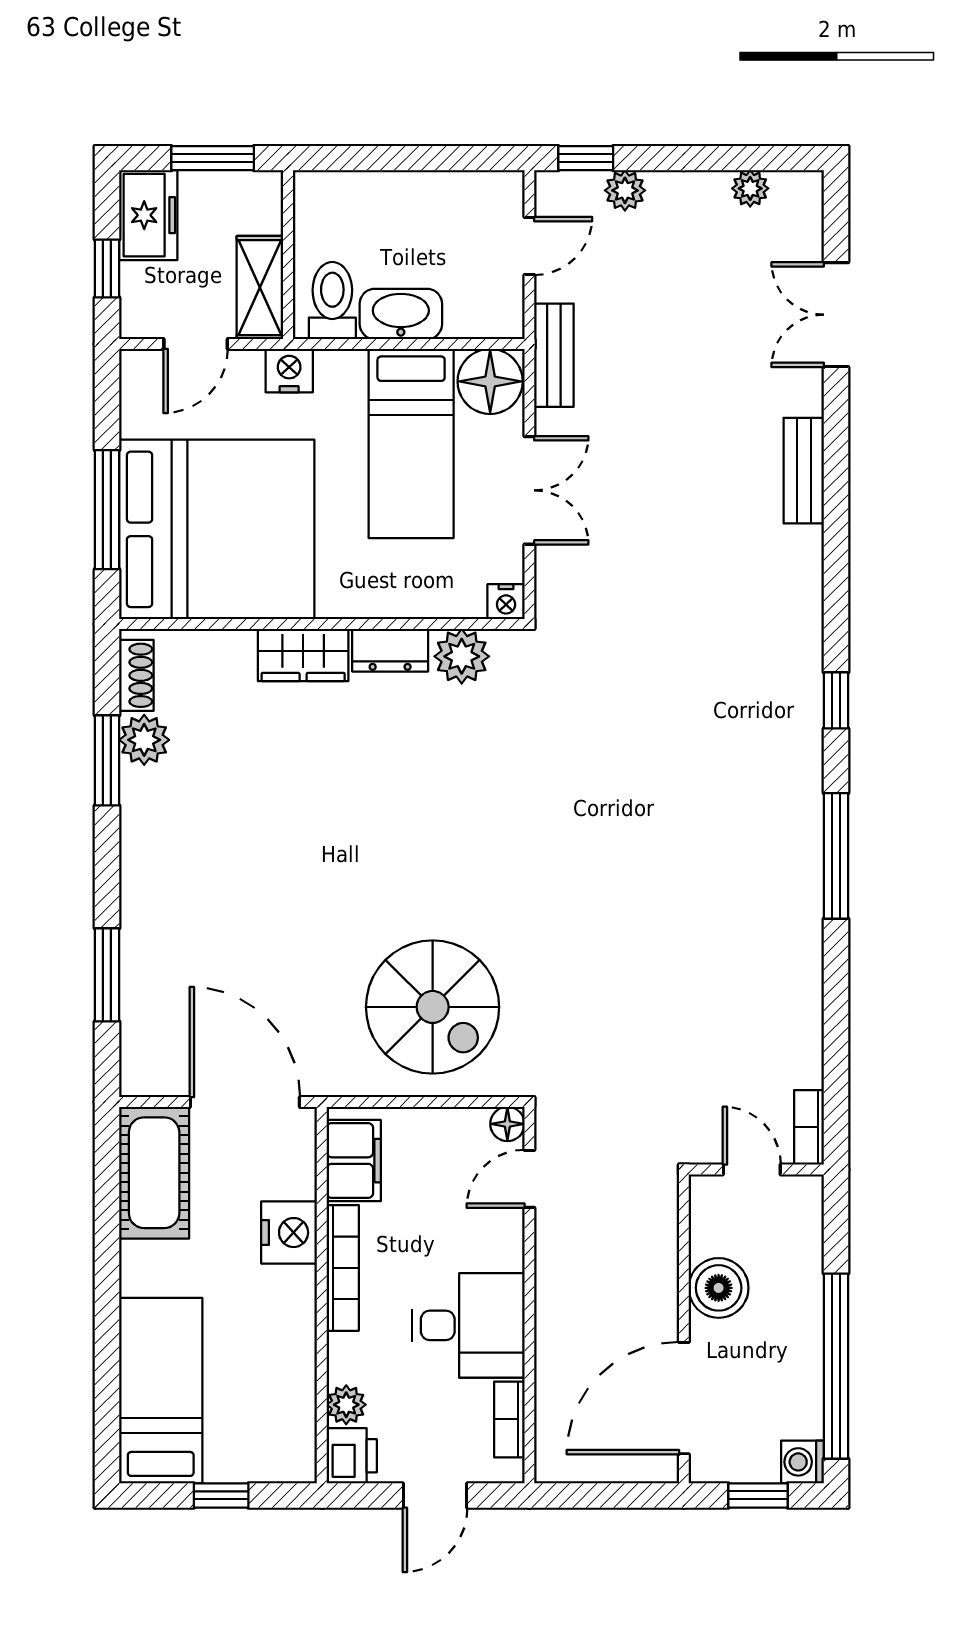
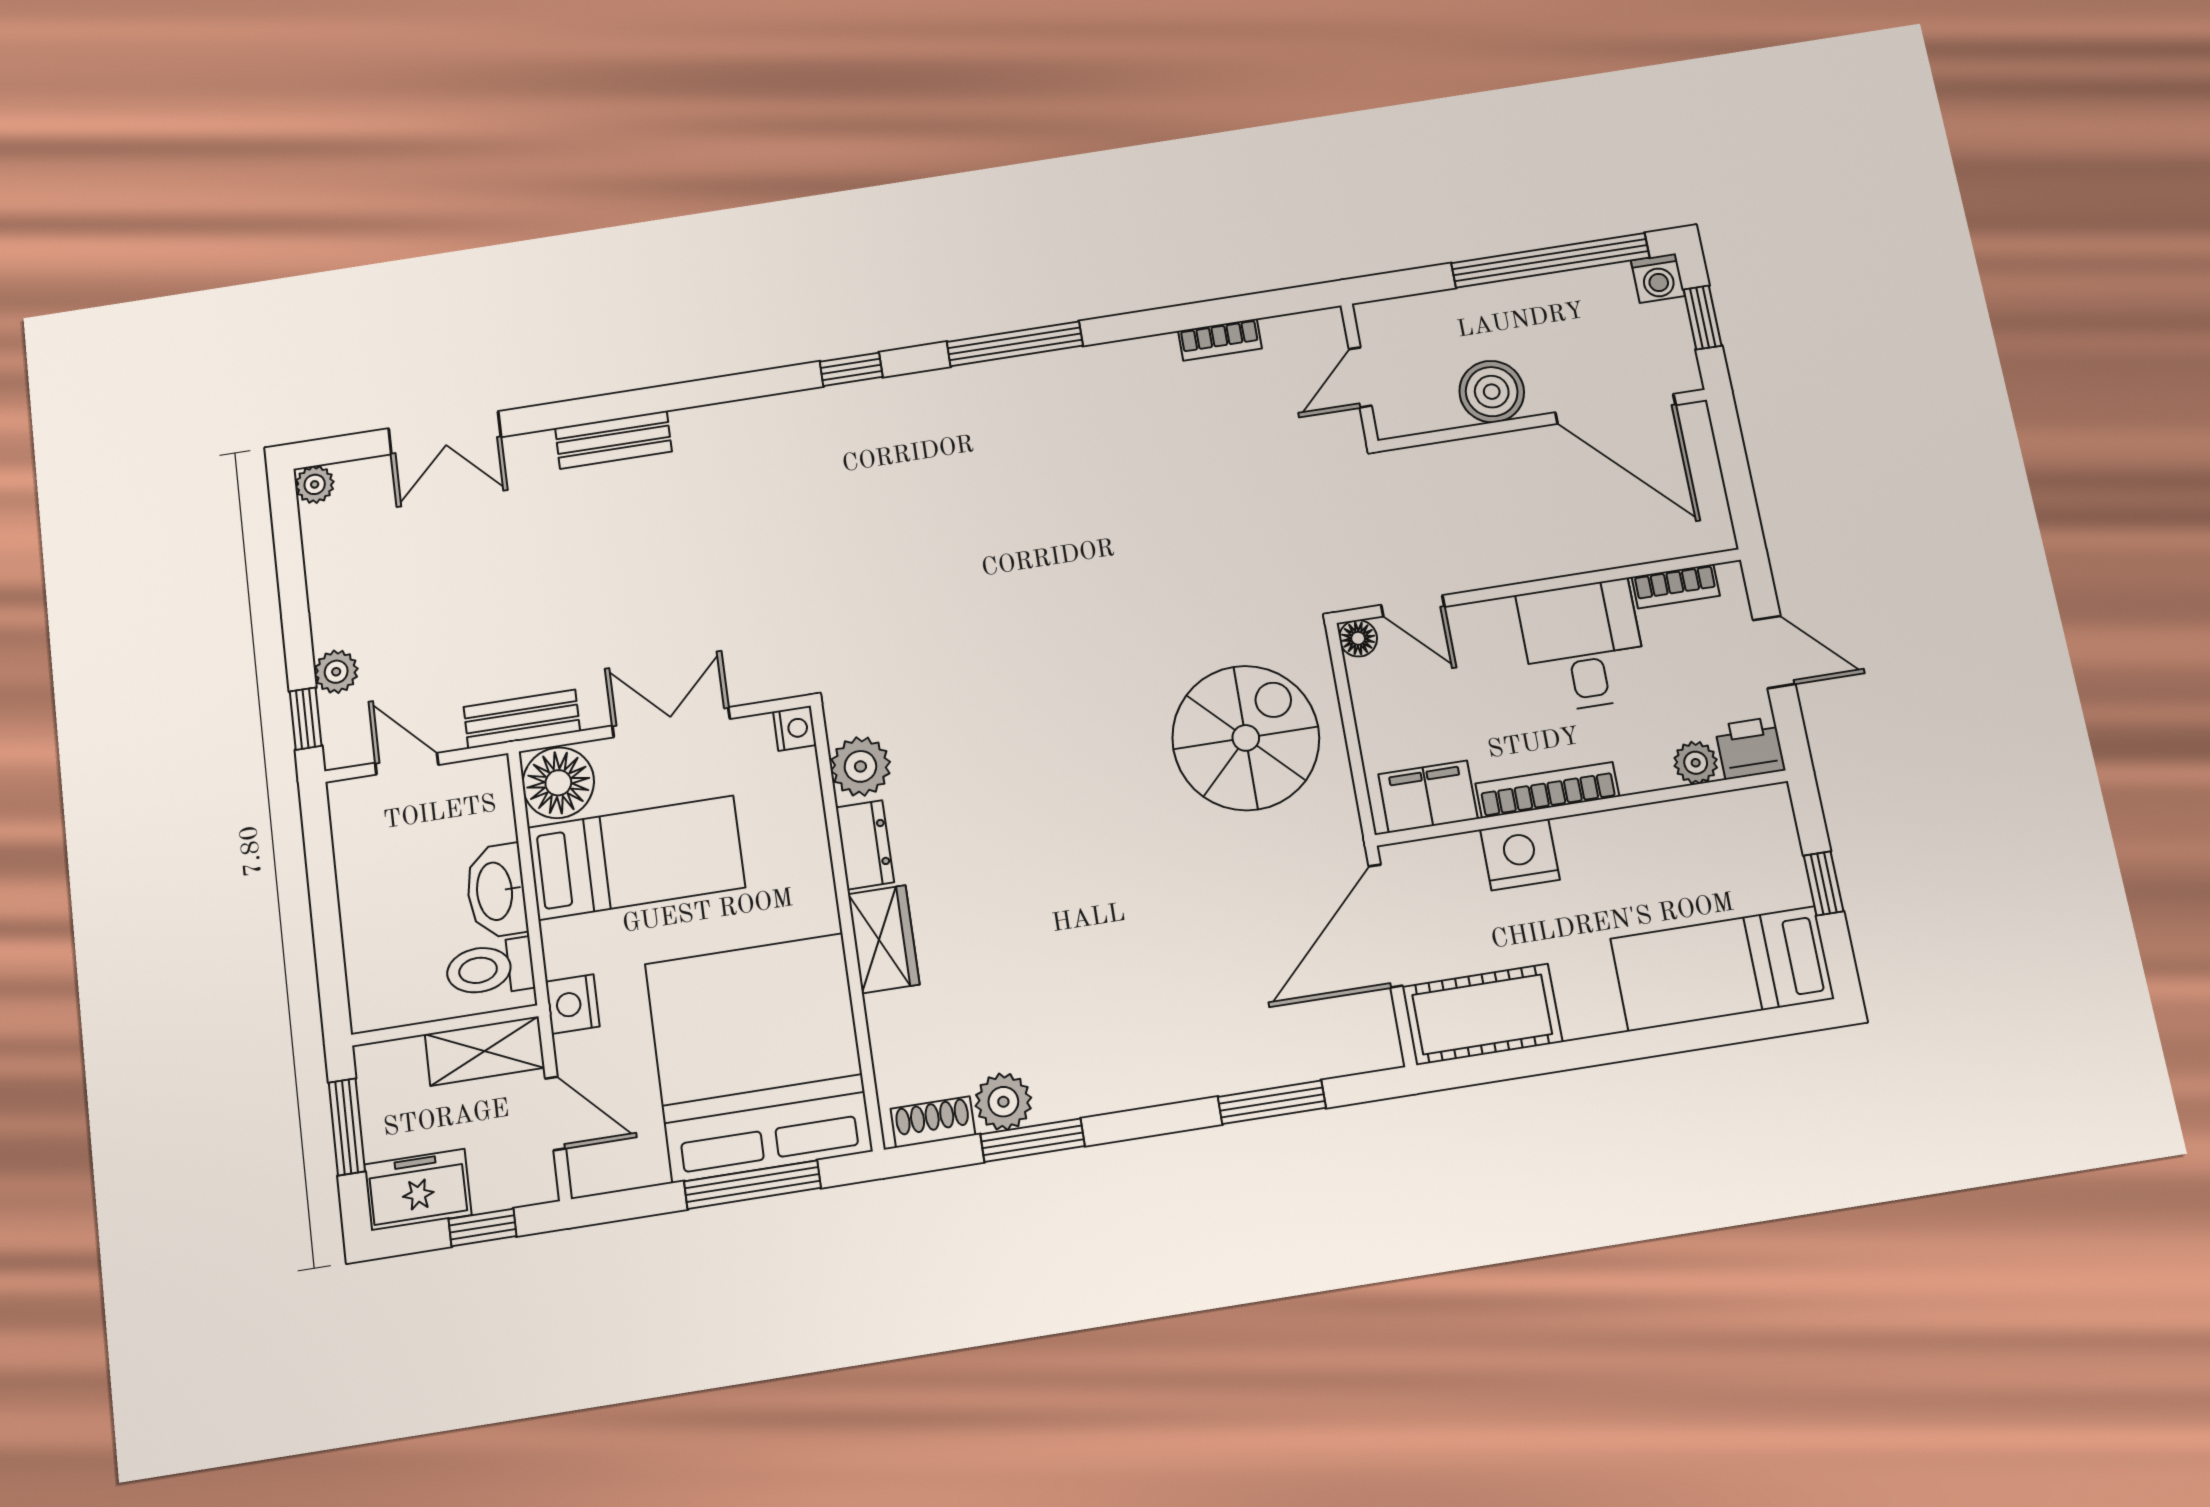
plant: (750, 188) -> (315, 484), moved
bookcase: (809, 1127) -> (1220, 340), moved

